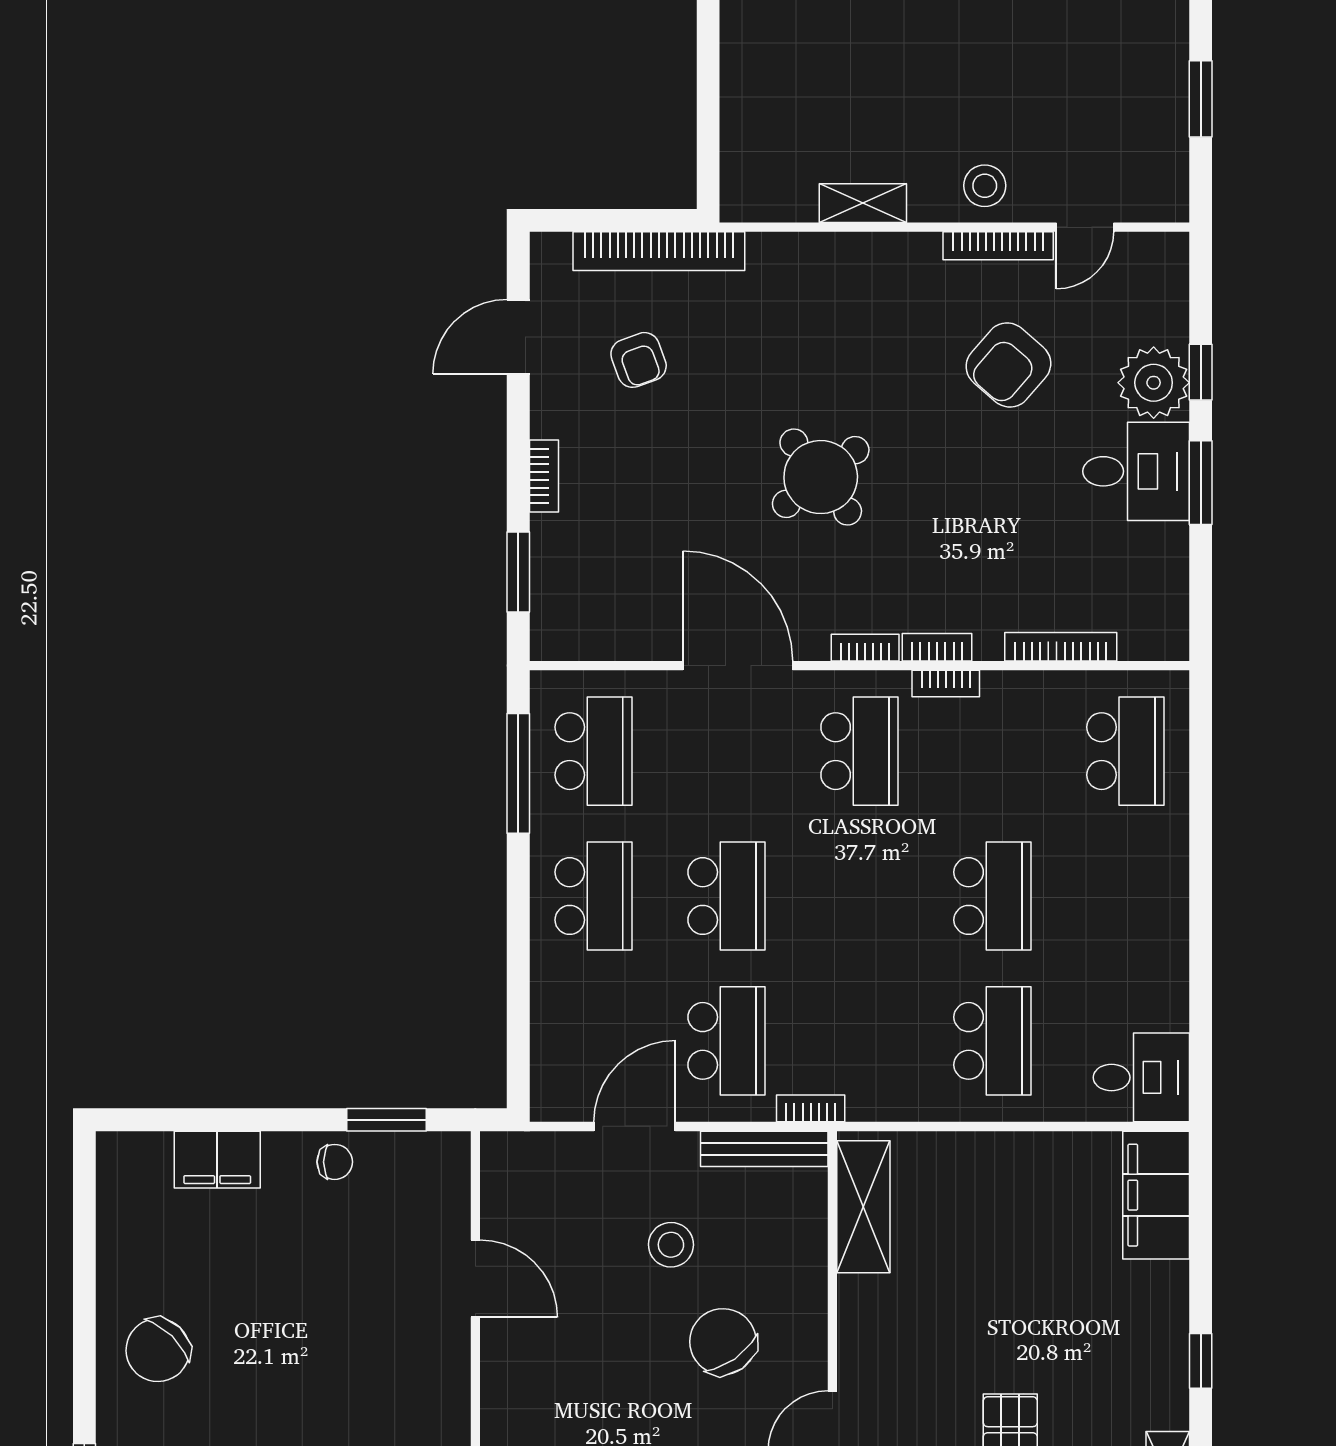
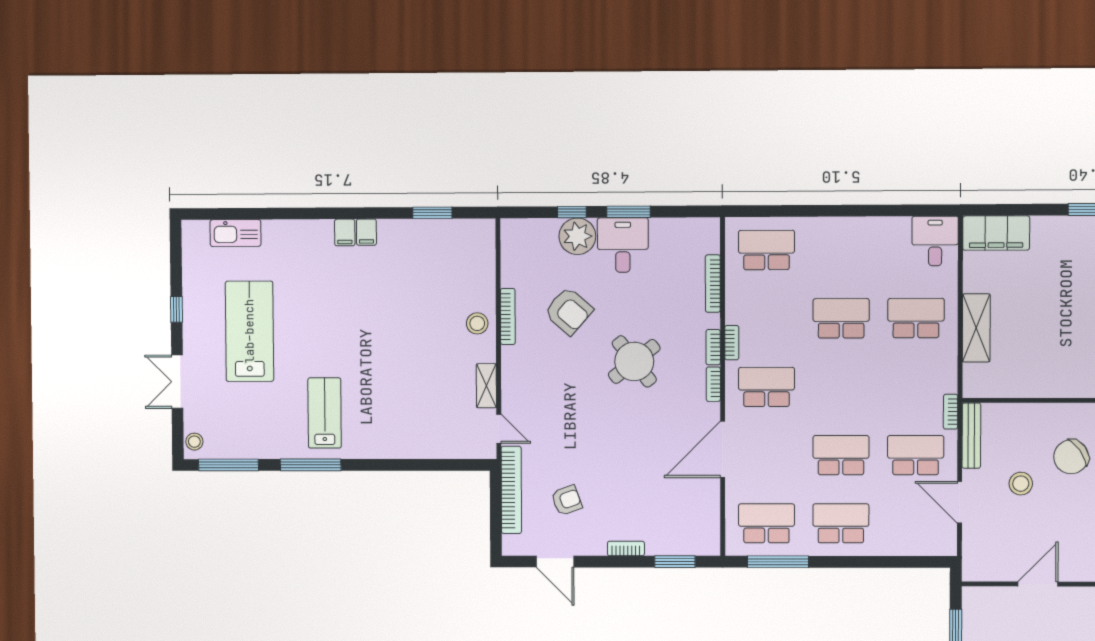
door: (1085, 227) -> (499, 429), moved
round table: (821, 477) -> (634, 361), moved
shelving: (863, 1207) -> (976, 328), moved, turned 90

